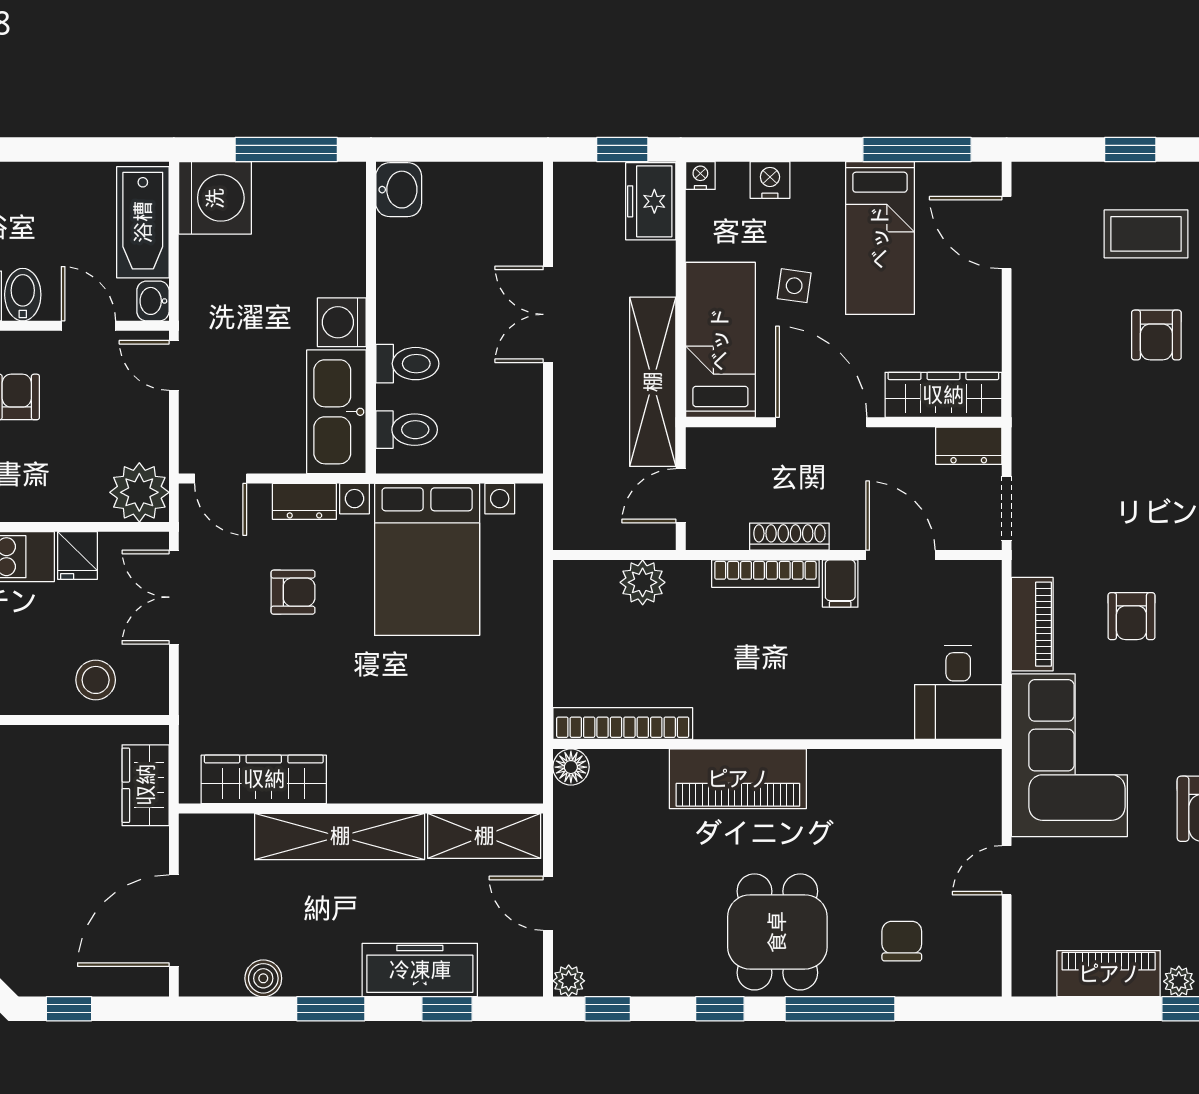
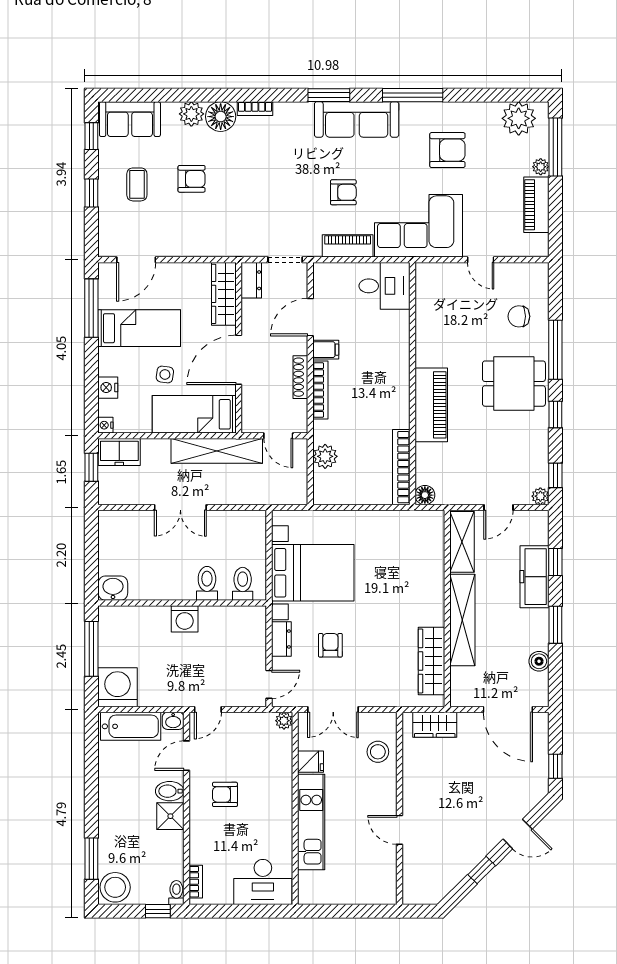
coffee table: (1146, 234) -> (137, 184), width x0.73, depth x0.77
kitchen sink: (336, 412) -> (233, 622), removed
plant: (139, 492) -> (284, 721), width x0.53, depth x0.53

